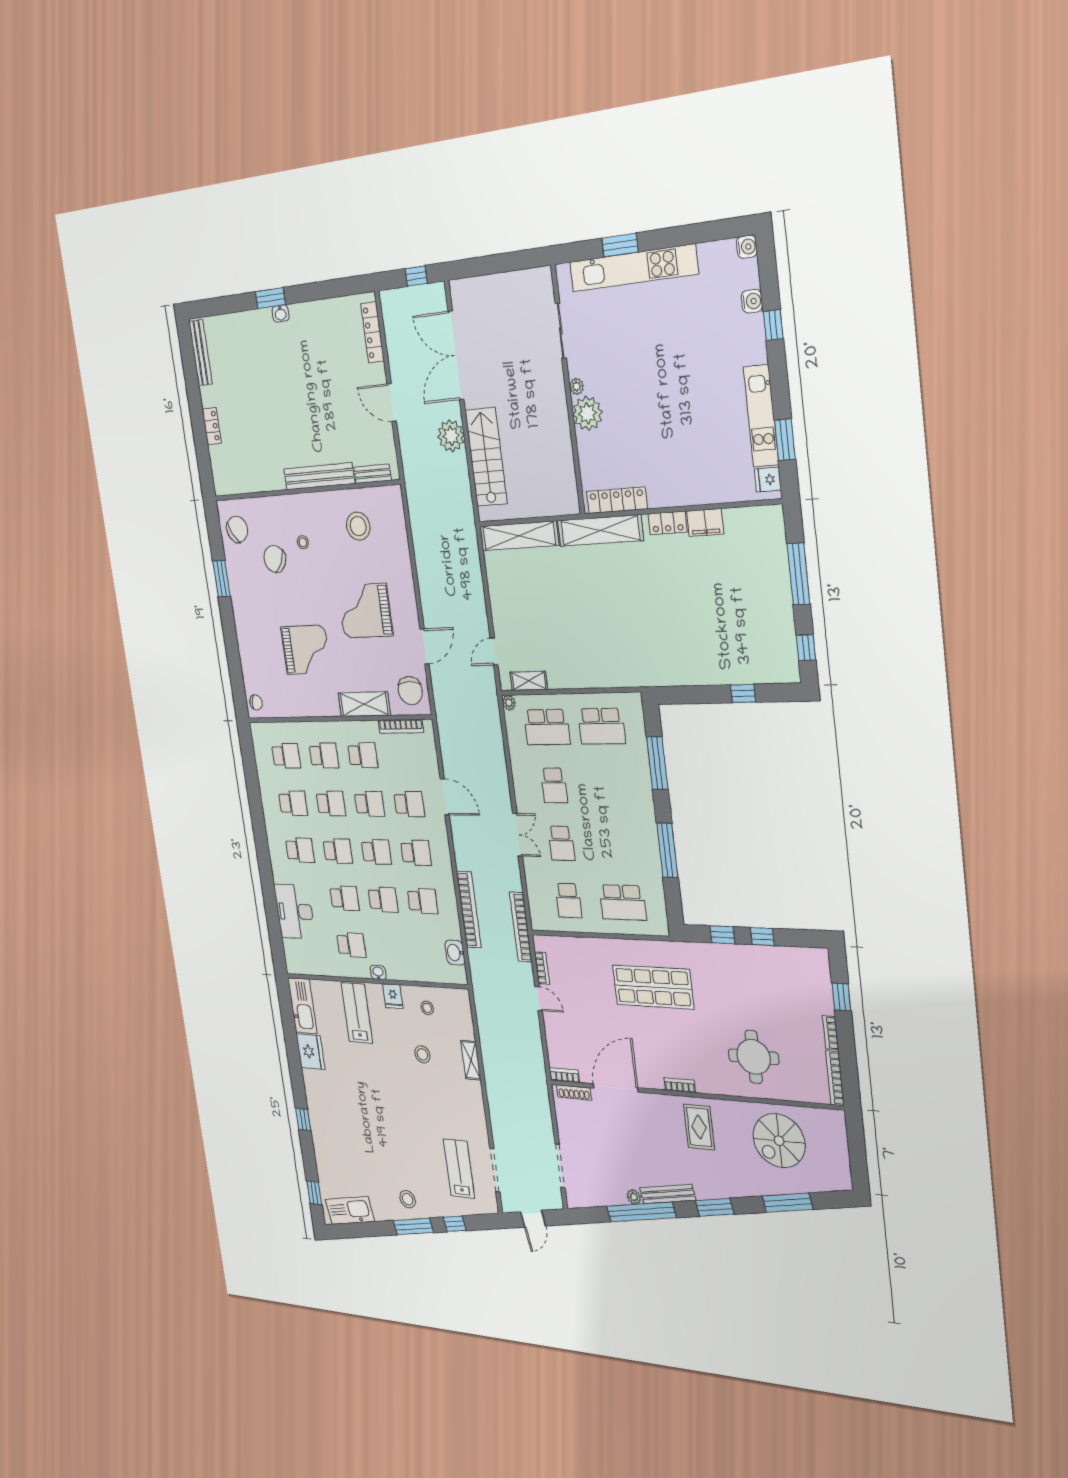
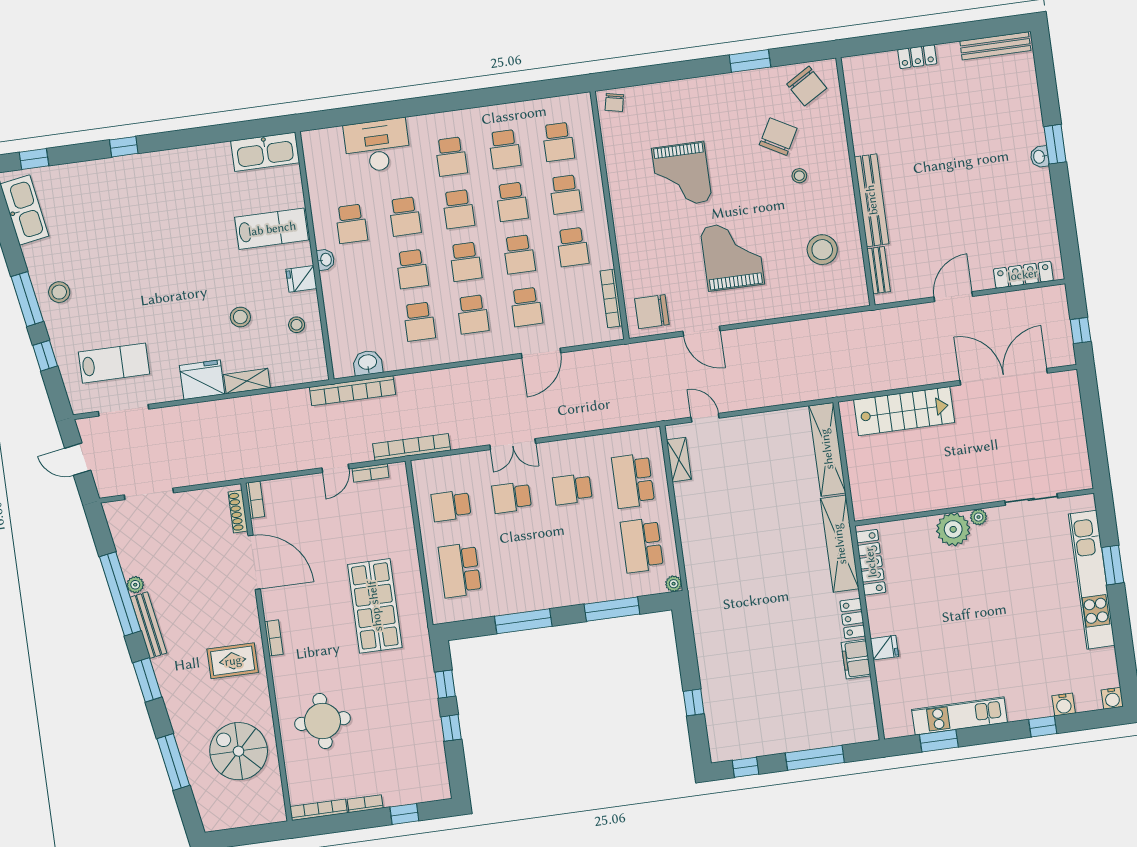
plant: (451, 436) -> (923, 369), removed
fridge: (768, 479) -> (884, 648), moved, turned 90
plant: (509, 703) -> (674, 584), moved
shelving: (364, 704) -> (630, 251), removed
bookcase: (469, 910) -> (352, 391), moved
fridge: (310, 1052) -> (202, 380), moved, turned 180

